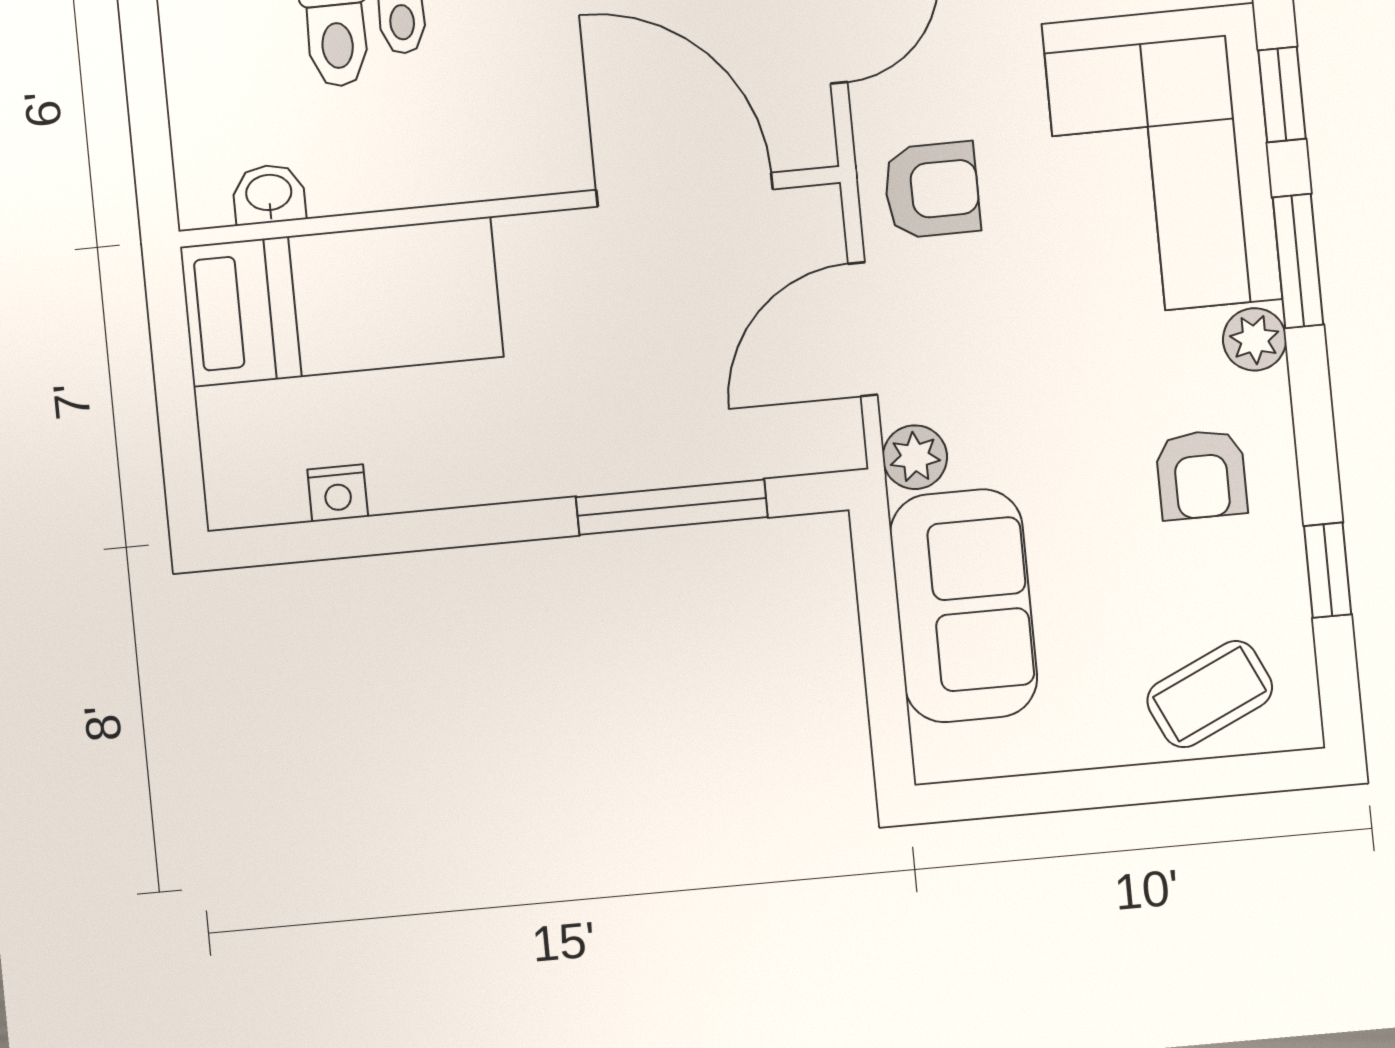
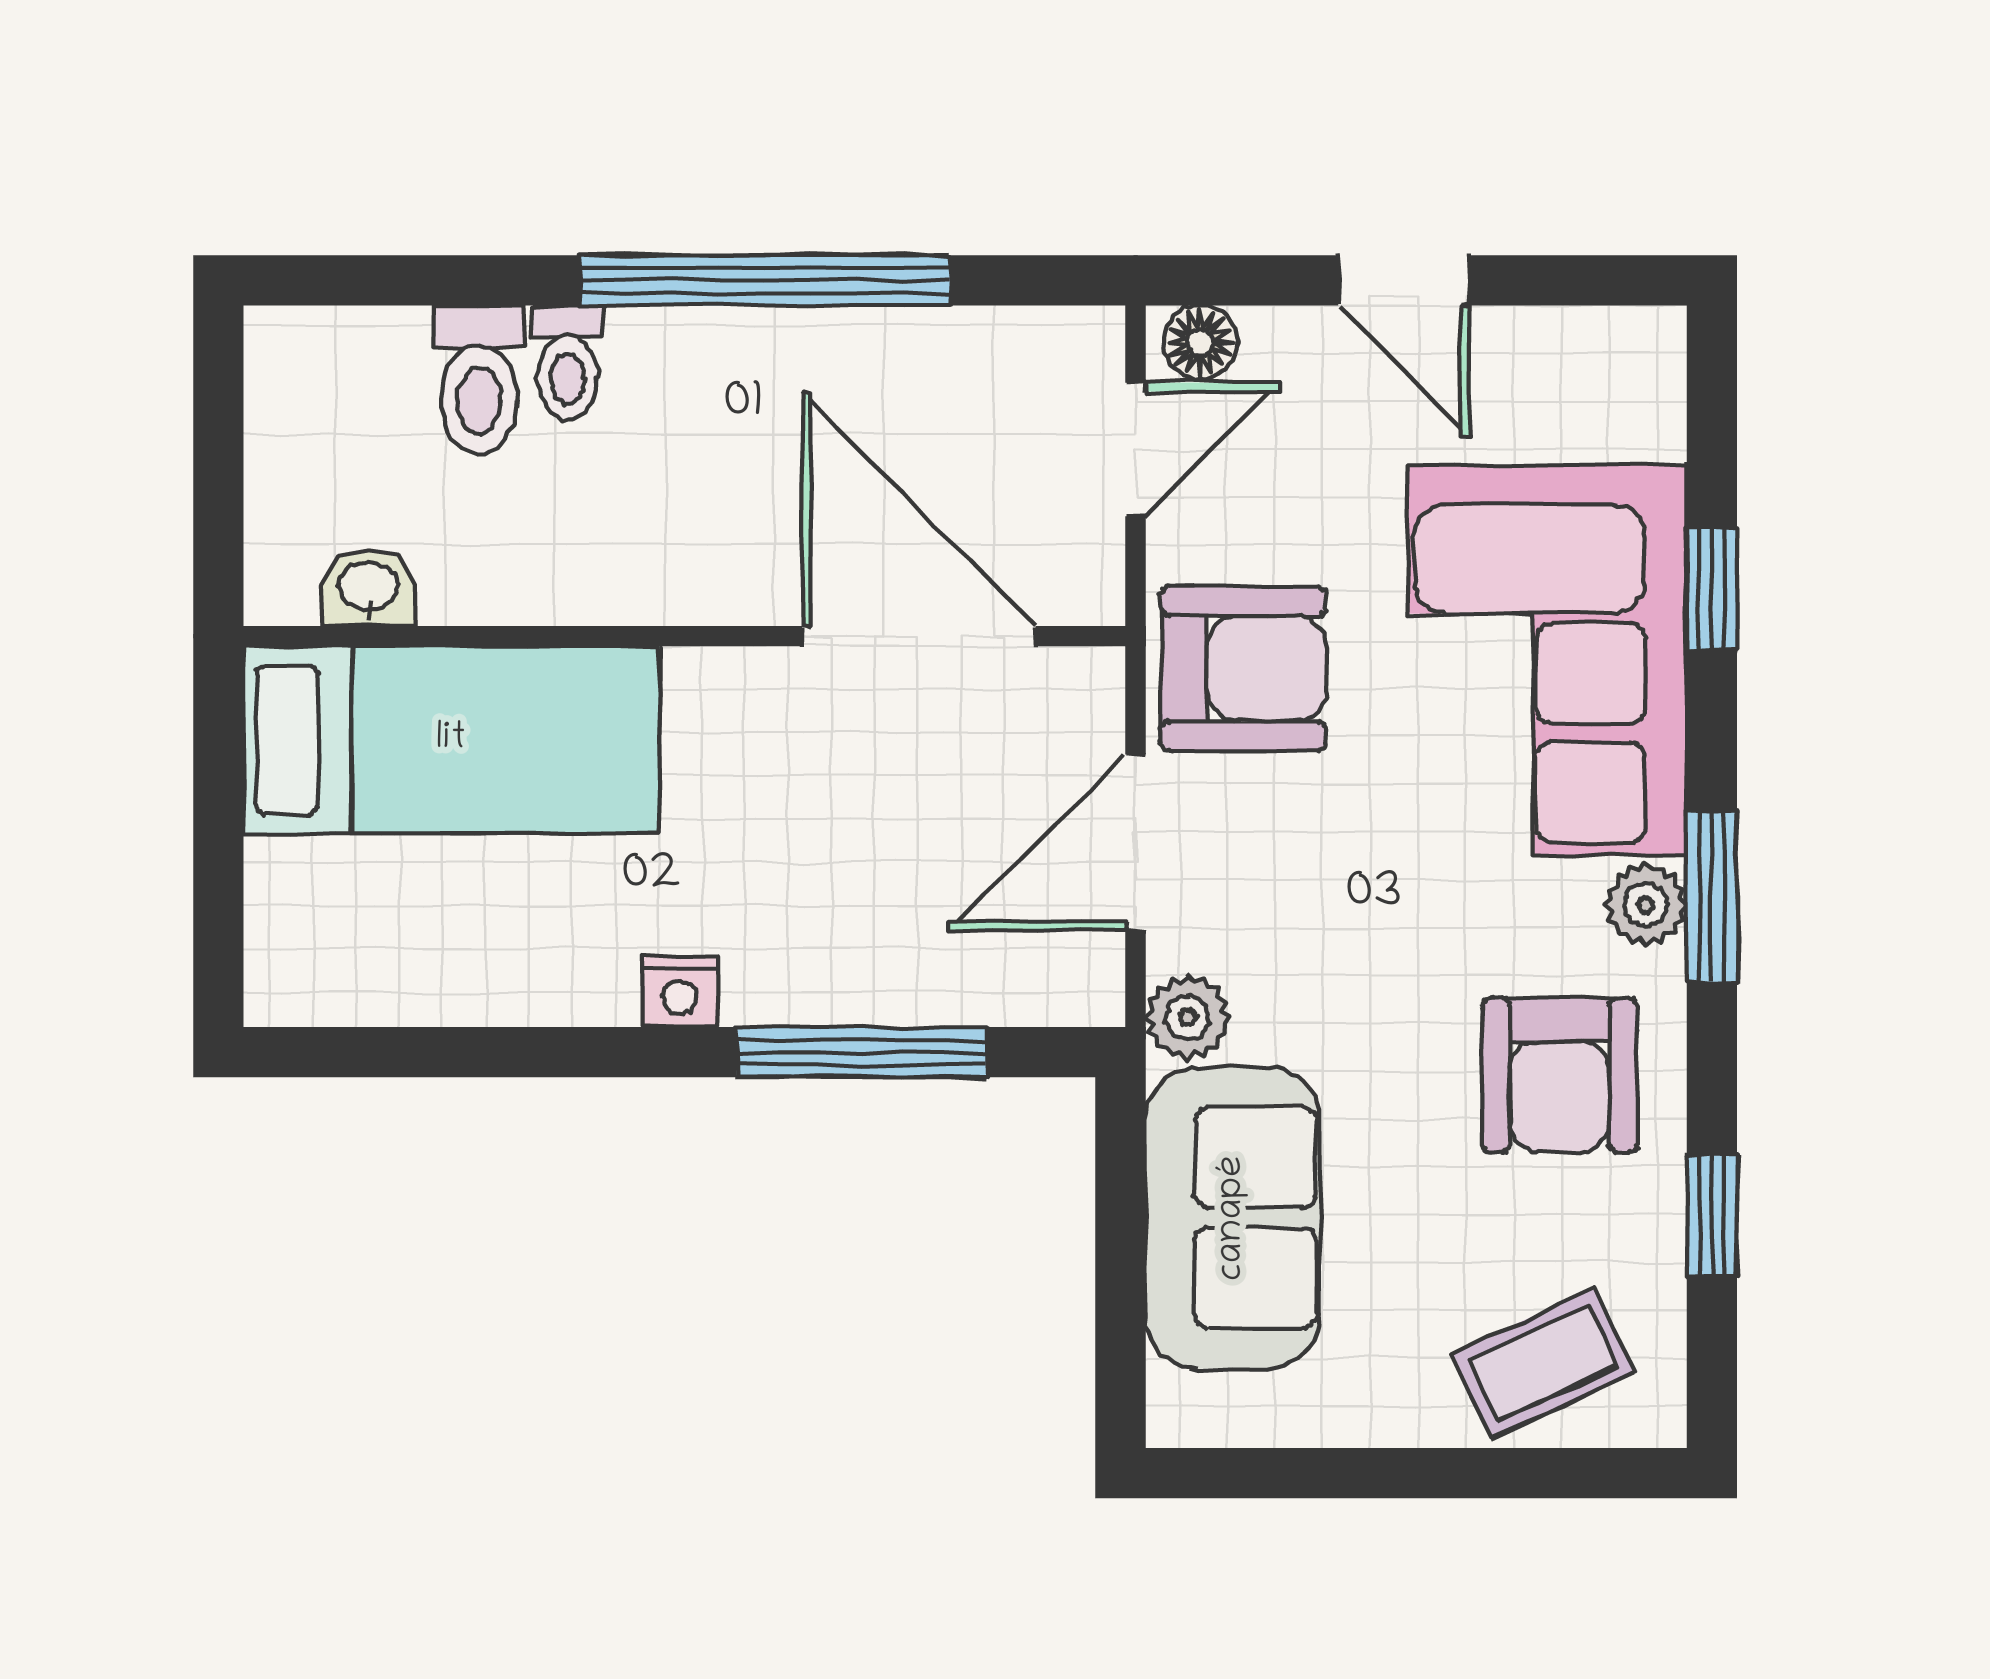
armchair: (932, 190) -> (1244, 668), width x1.38, depth x1.38
window: (1298, 261) -> (1712, 897), moved
armchair: (1201, 475) -> (1560, 1075), width x1.38, depth x1.38
nightstand: (338, 493) -> (679, 992), moved

